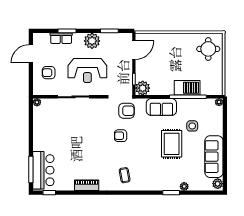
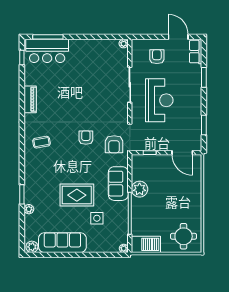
row of seats: (61, 38) -> (196, 52), moved
plant: (92, 41) -> (193, 106), removed
reception desk: (87, 71) -> (159, 100), turned 180
plant: (143, 88) -> (140, 189), moved
barbecue: (187, 88) -> (146, 244), moved, turned -90

